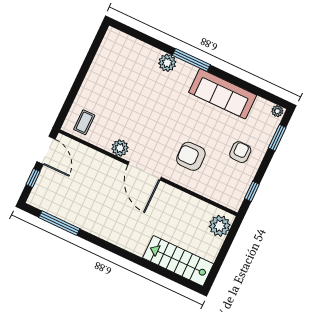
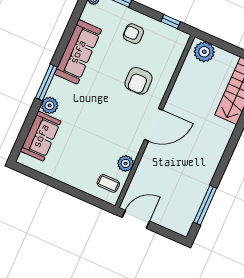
sofa: (135, 53) -> (41, 136), added
plant: (120, 148) -> (126, 163), moved
window: (33, 178) -> (163, 231), removed

